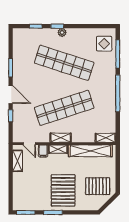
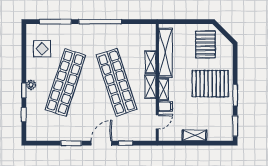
display table: (104, 44) -> (42, 49), moved
shelving: (106, 138) -> (151, 62), moved
shelving: (18, 161) -> (194, 135), moved

